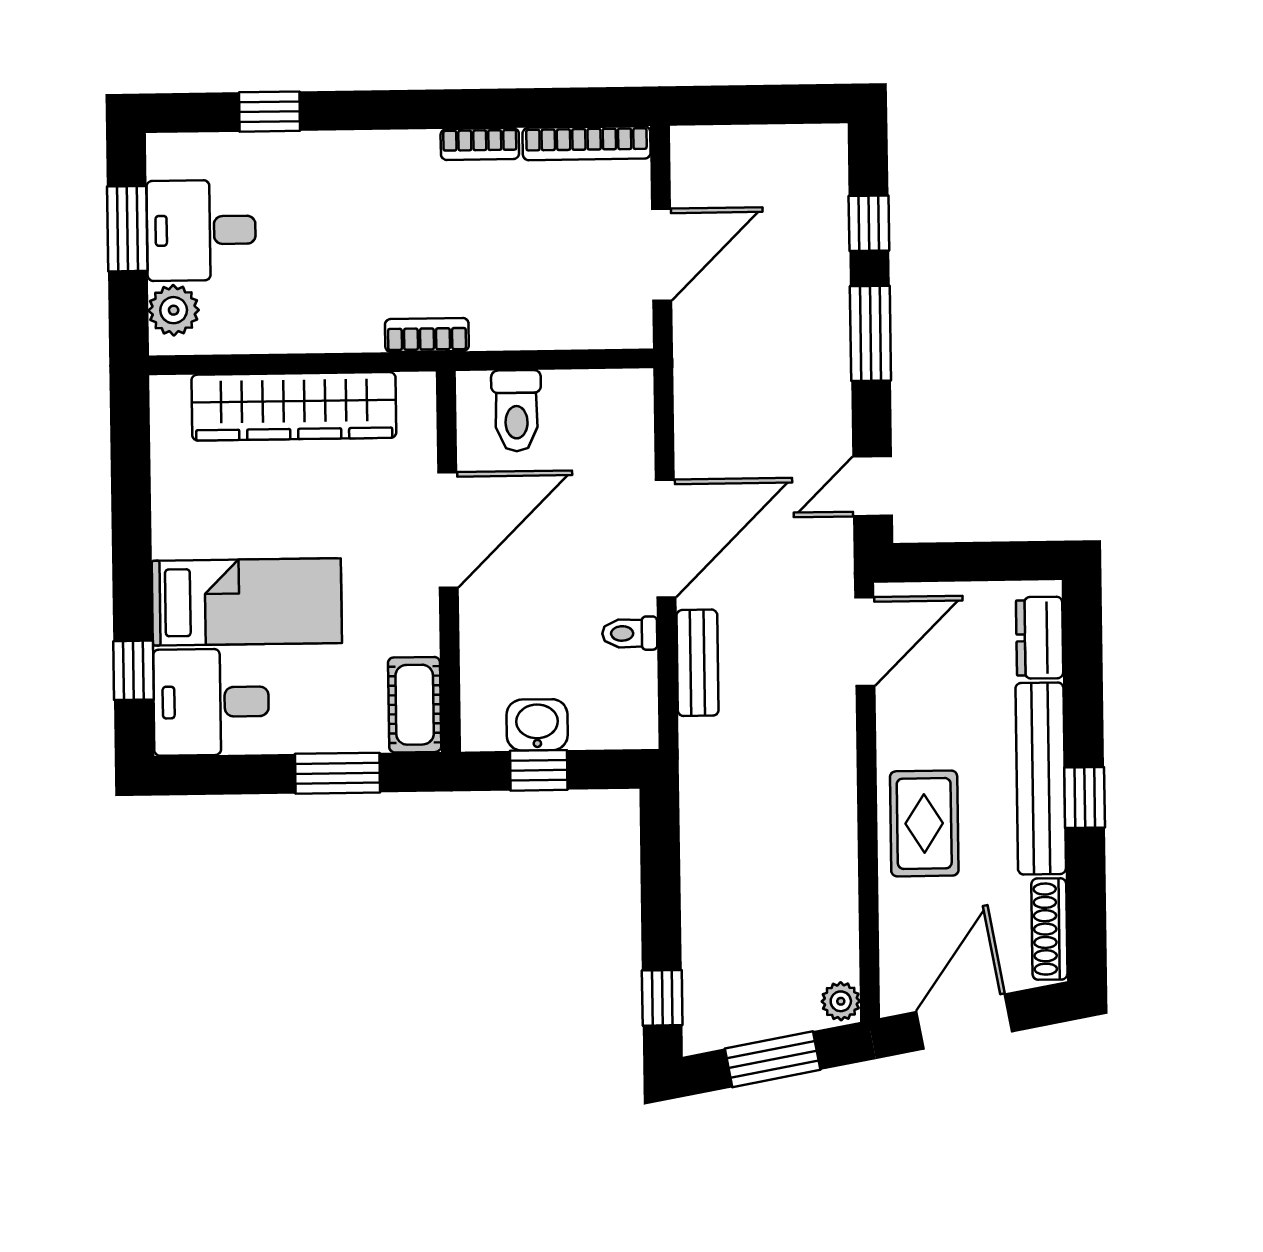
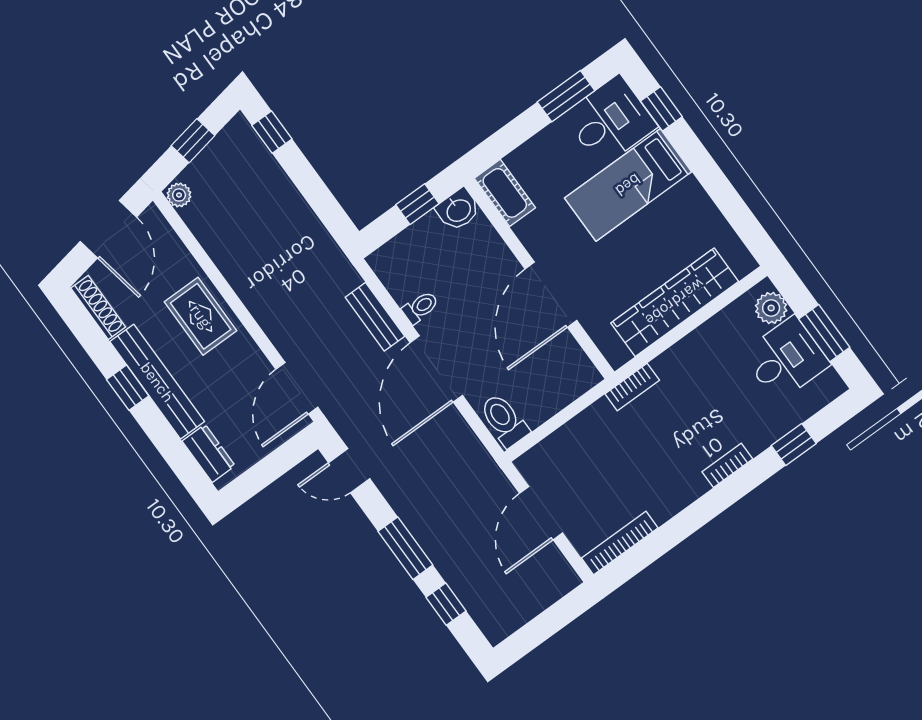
bookcase: (480, 144) -> (727, 465), moved
toilet: (516, 411) -> (504, 420), moved
door: (873, 486) -> (349, 471), swing flipped
washbasin: (537, 725) -> (458, 210), moved
window: (337, 773) -> (566, 96), moved
window: (773, 1059) -> (193, 141), width x0.67

